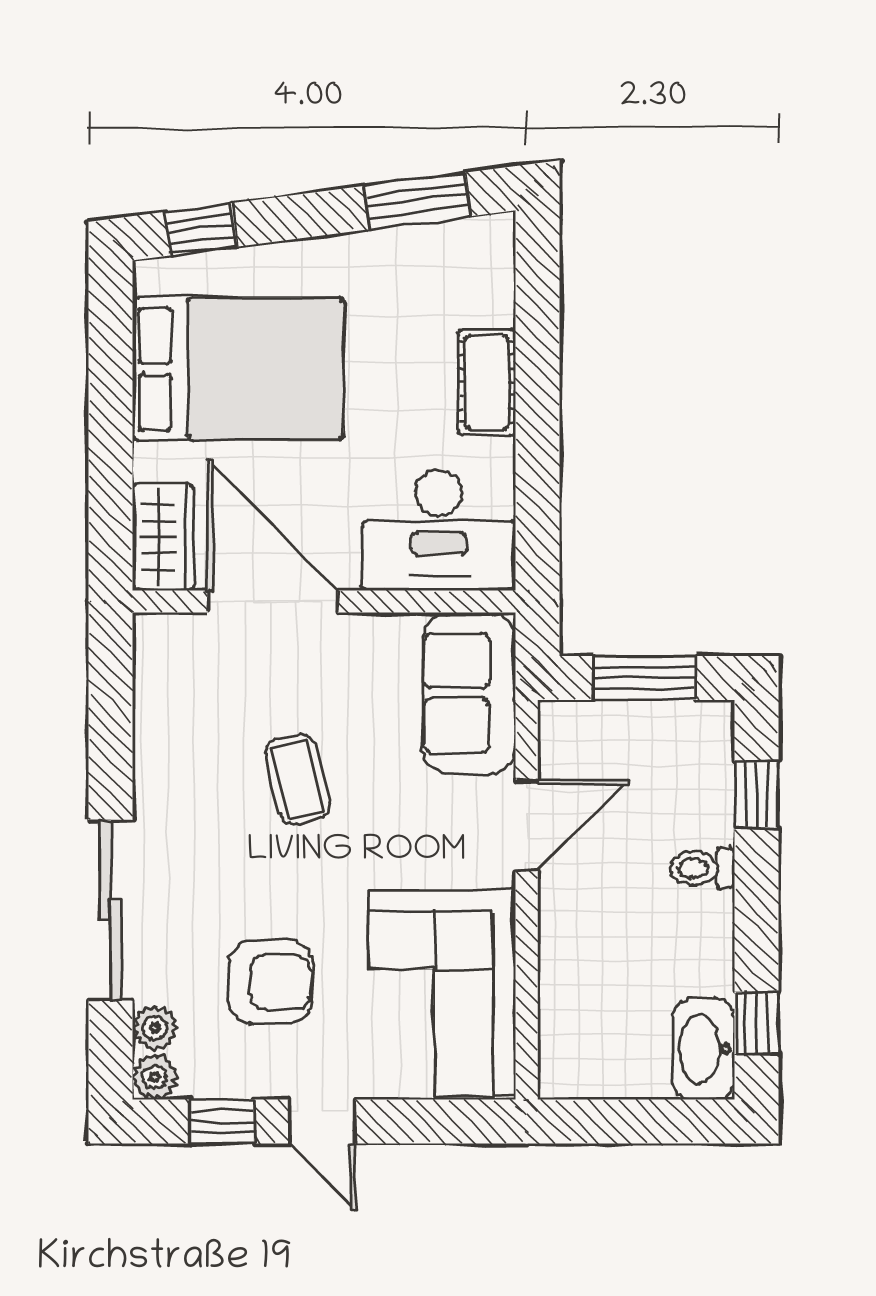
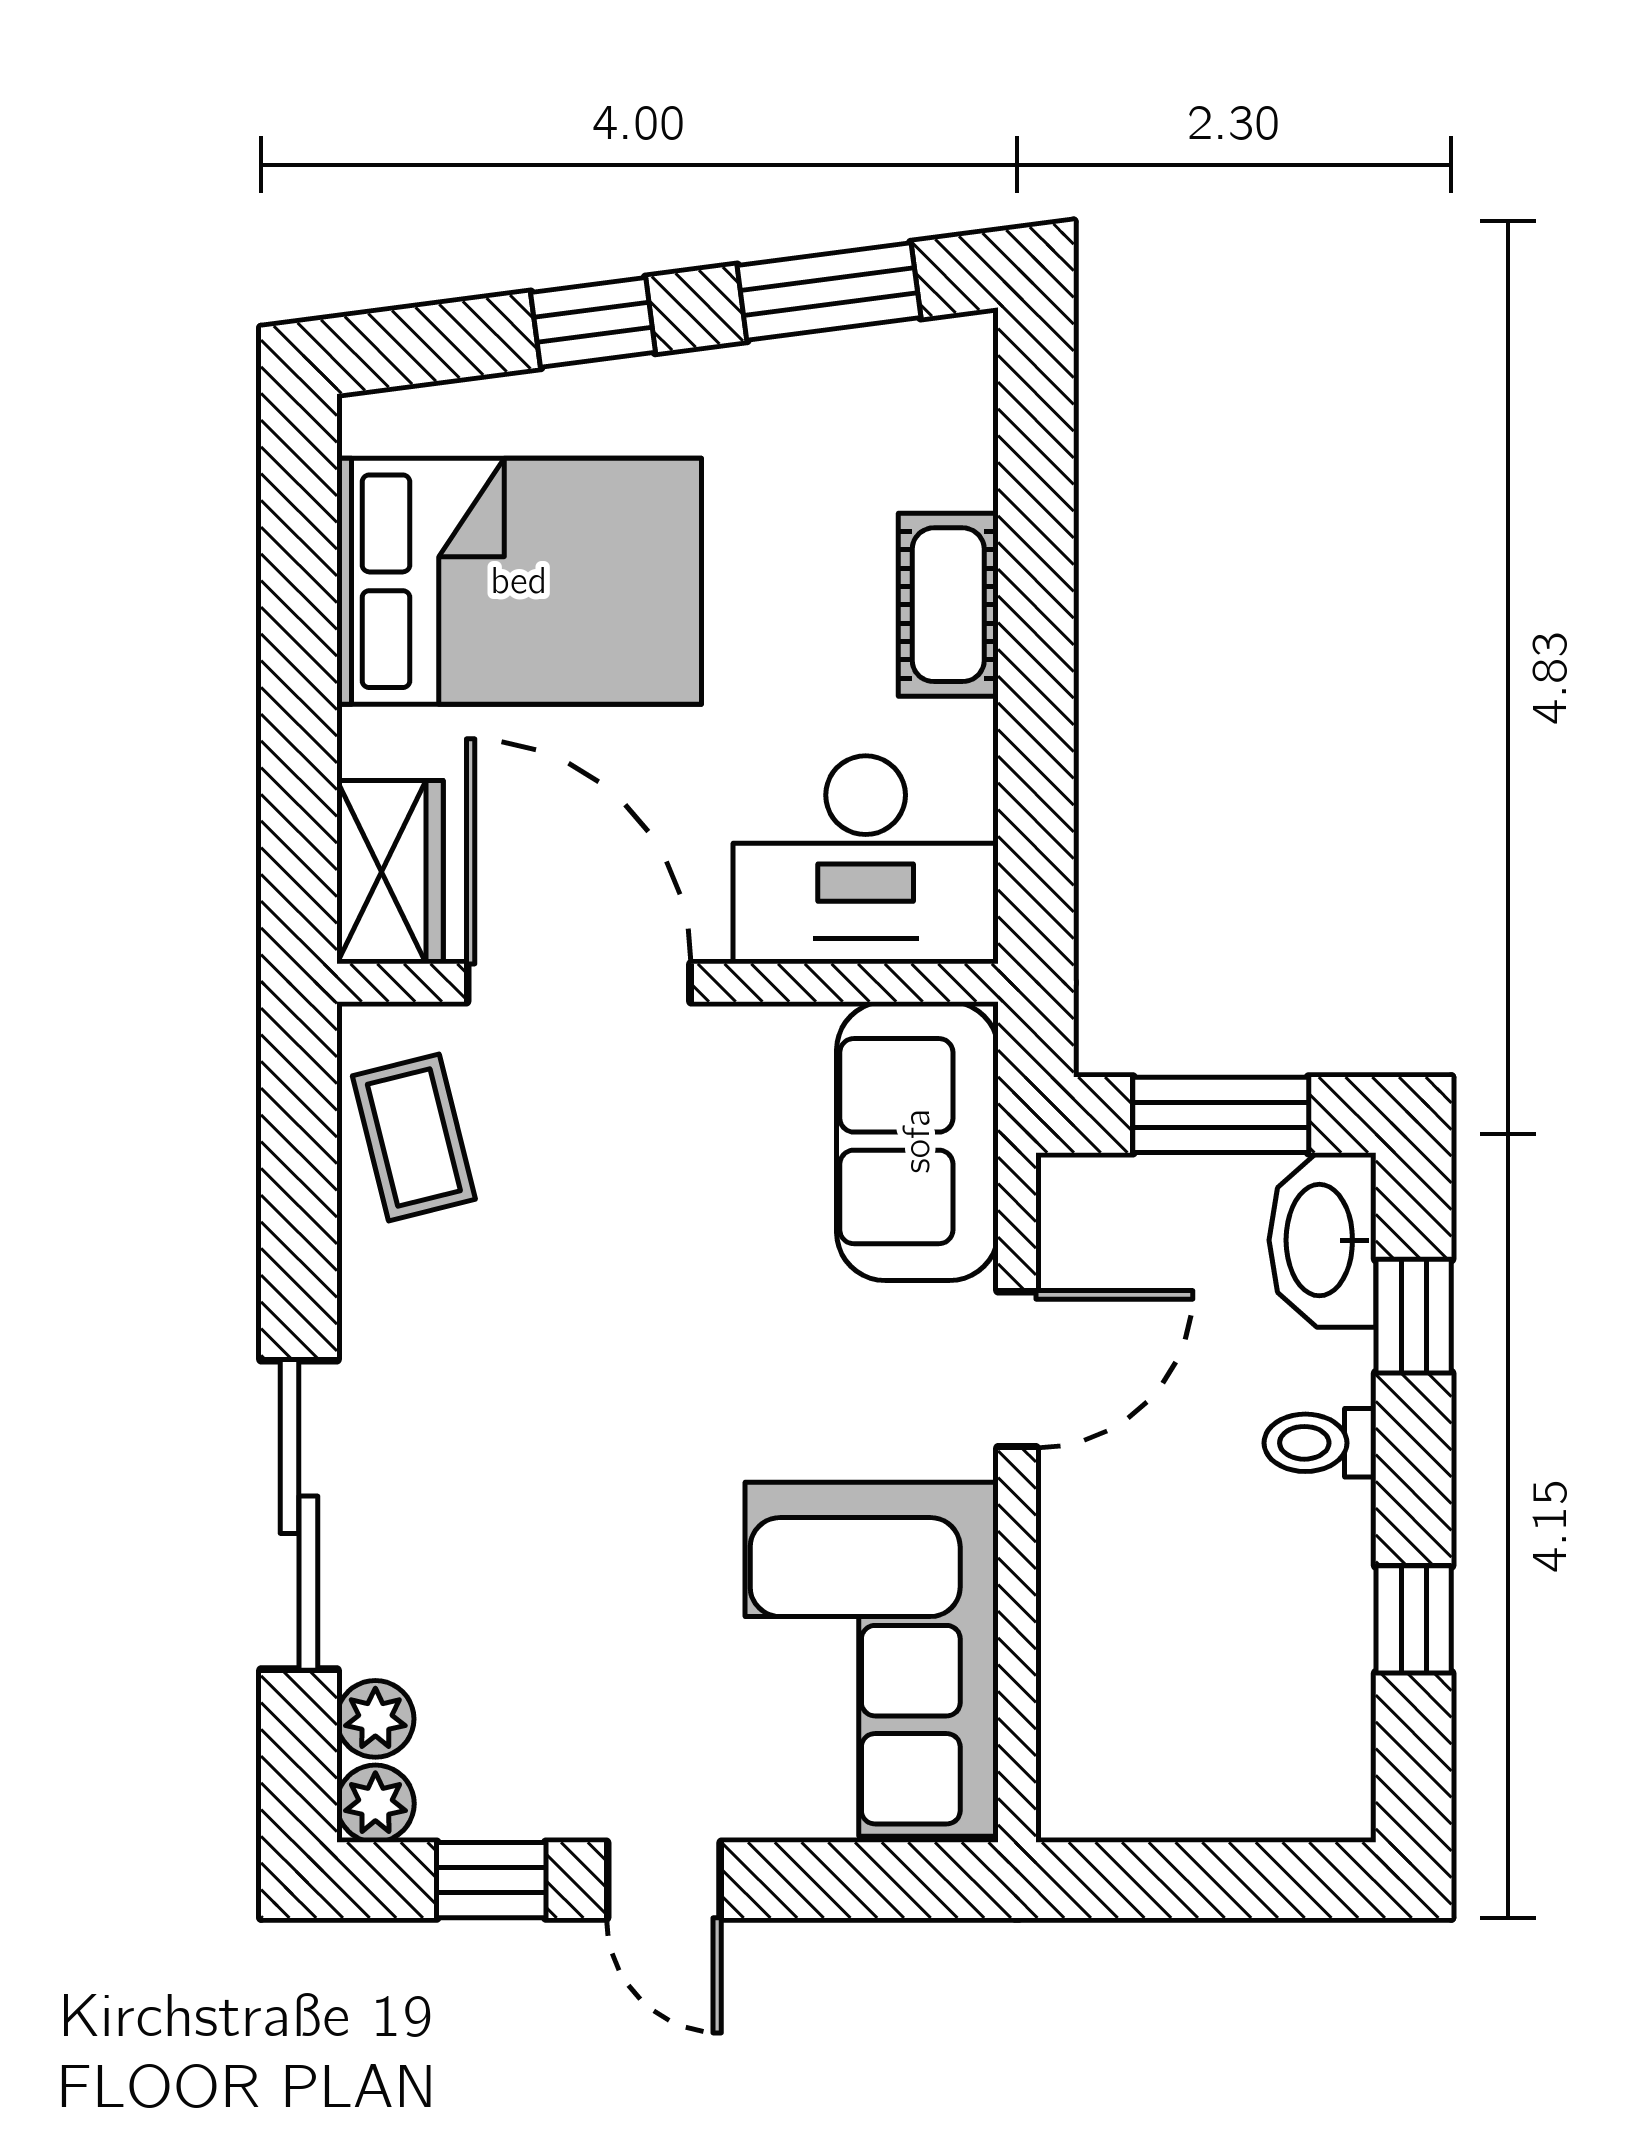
window: (201, 229) -> (593, 322), moved
coffee table: (297, 779) -> (414, 1137), moved
armchair: (270, 982) -> (575, 1640), removed
window: (757, 1023) -> (1414, 1619), moved
washbasin: (704, 1049) -> (1323, 1240), moved

